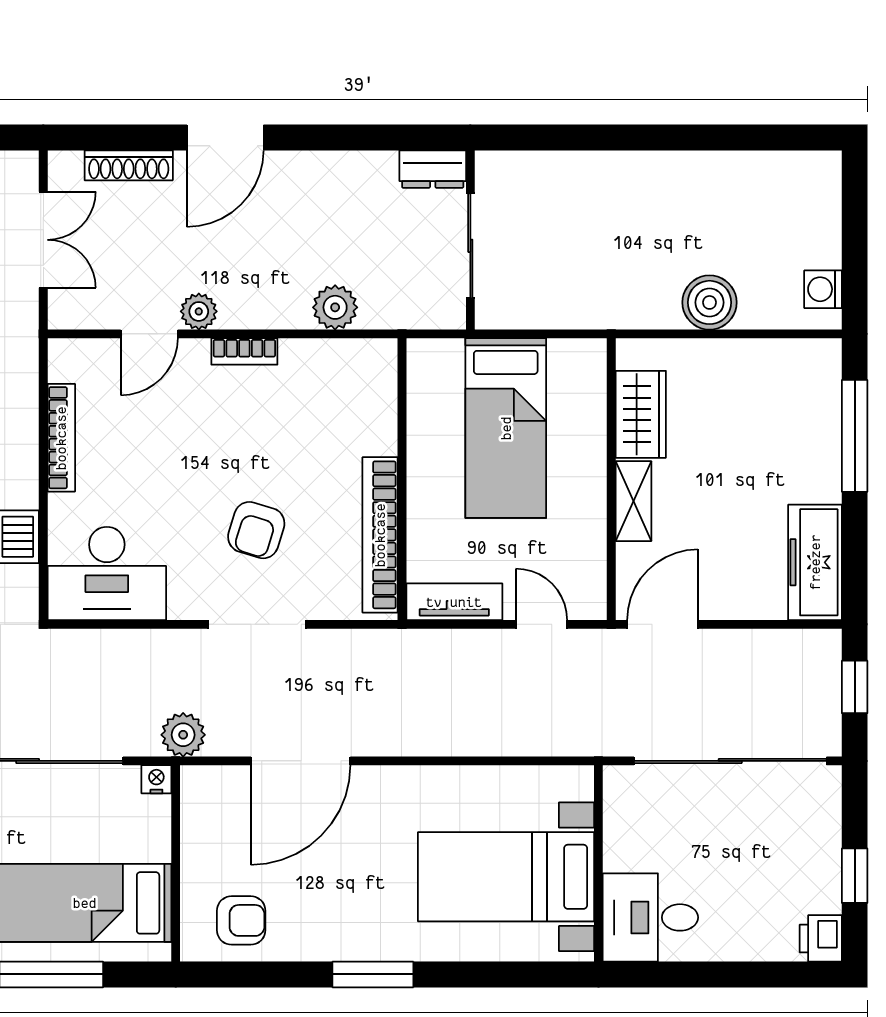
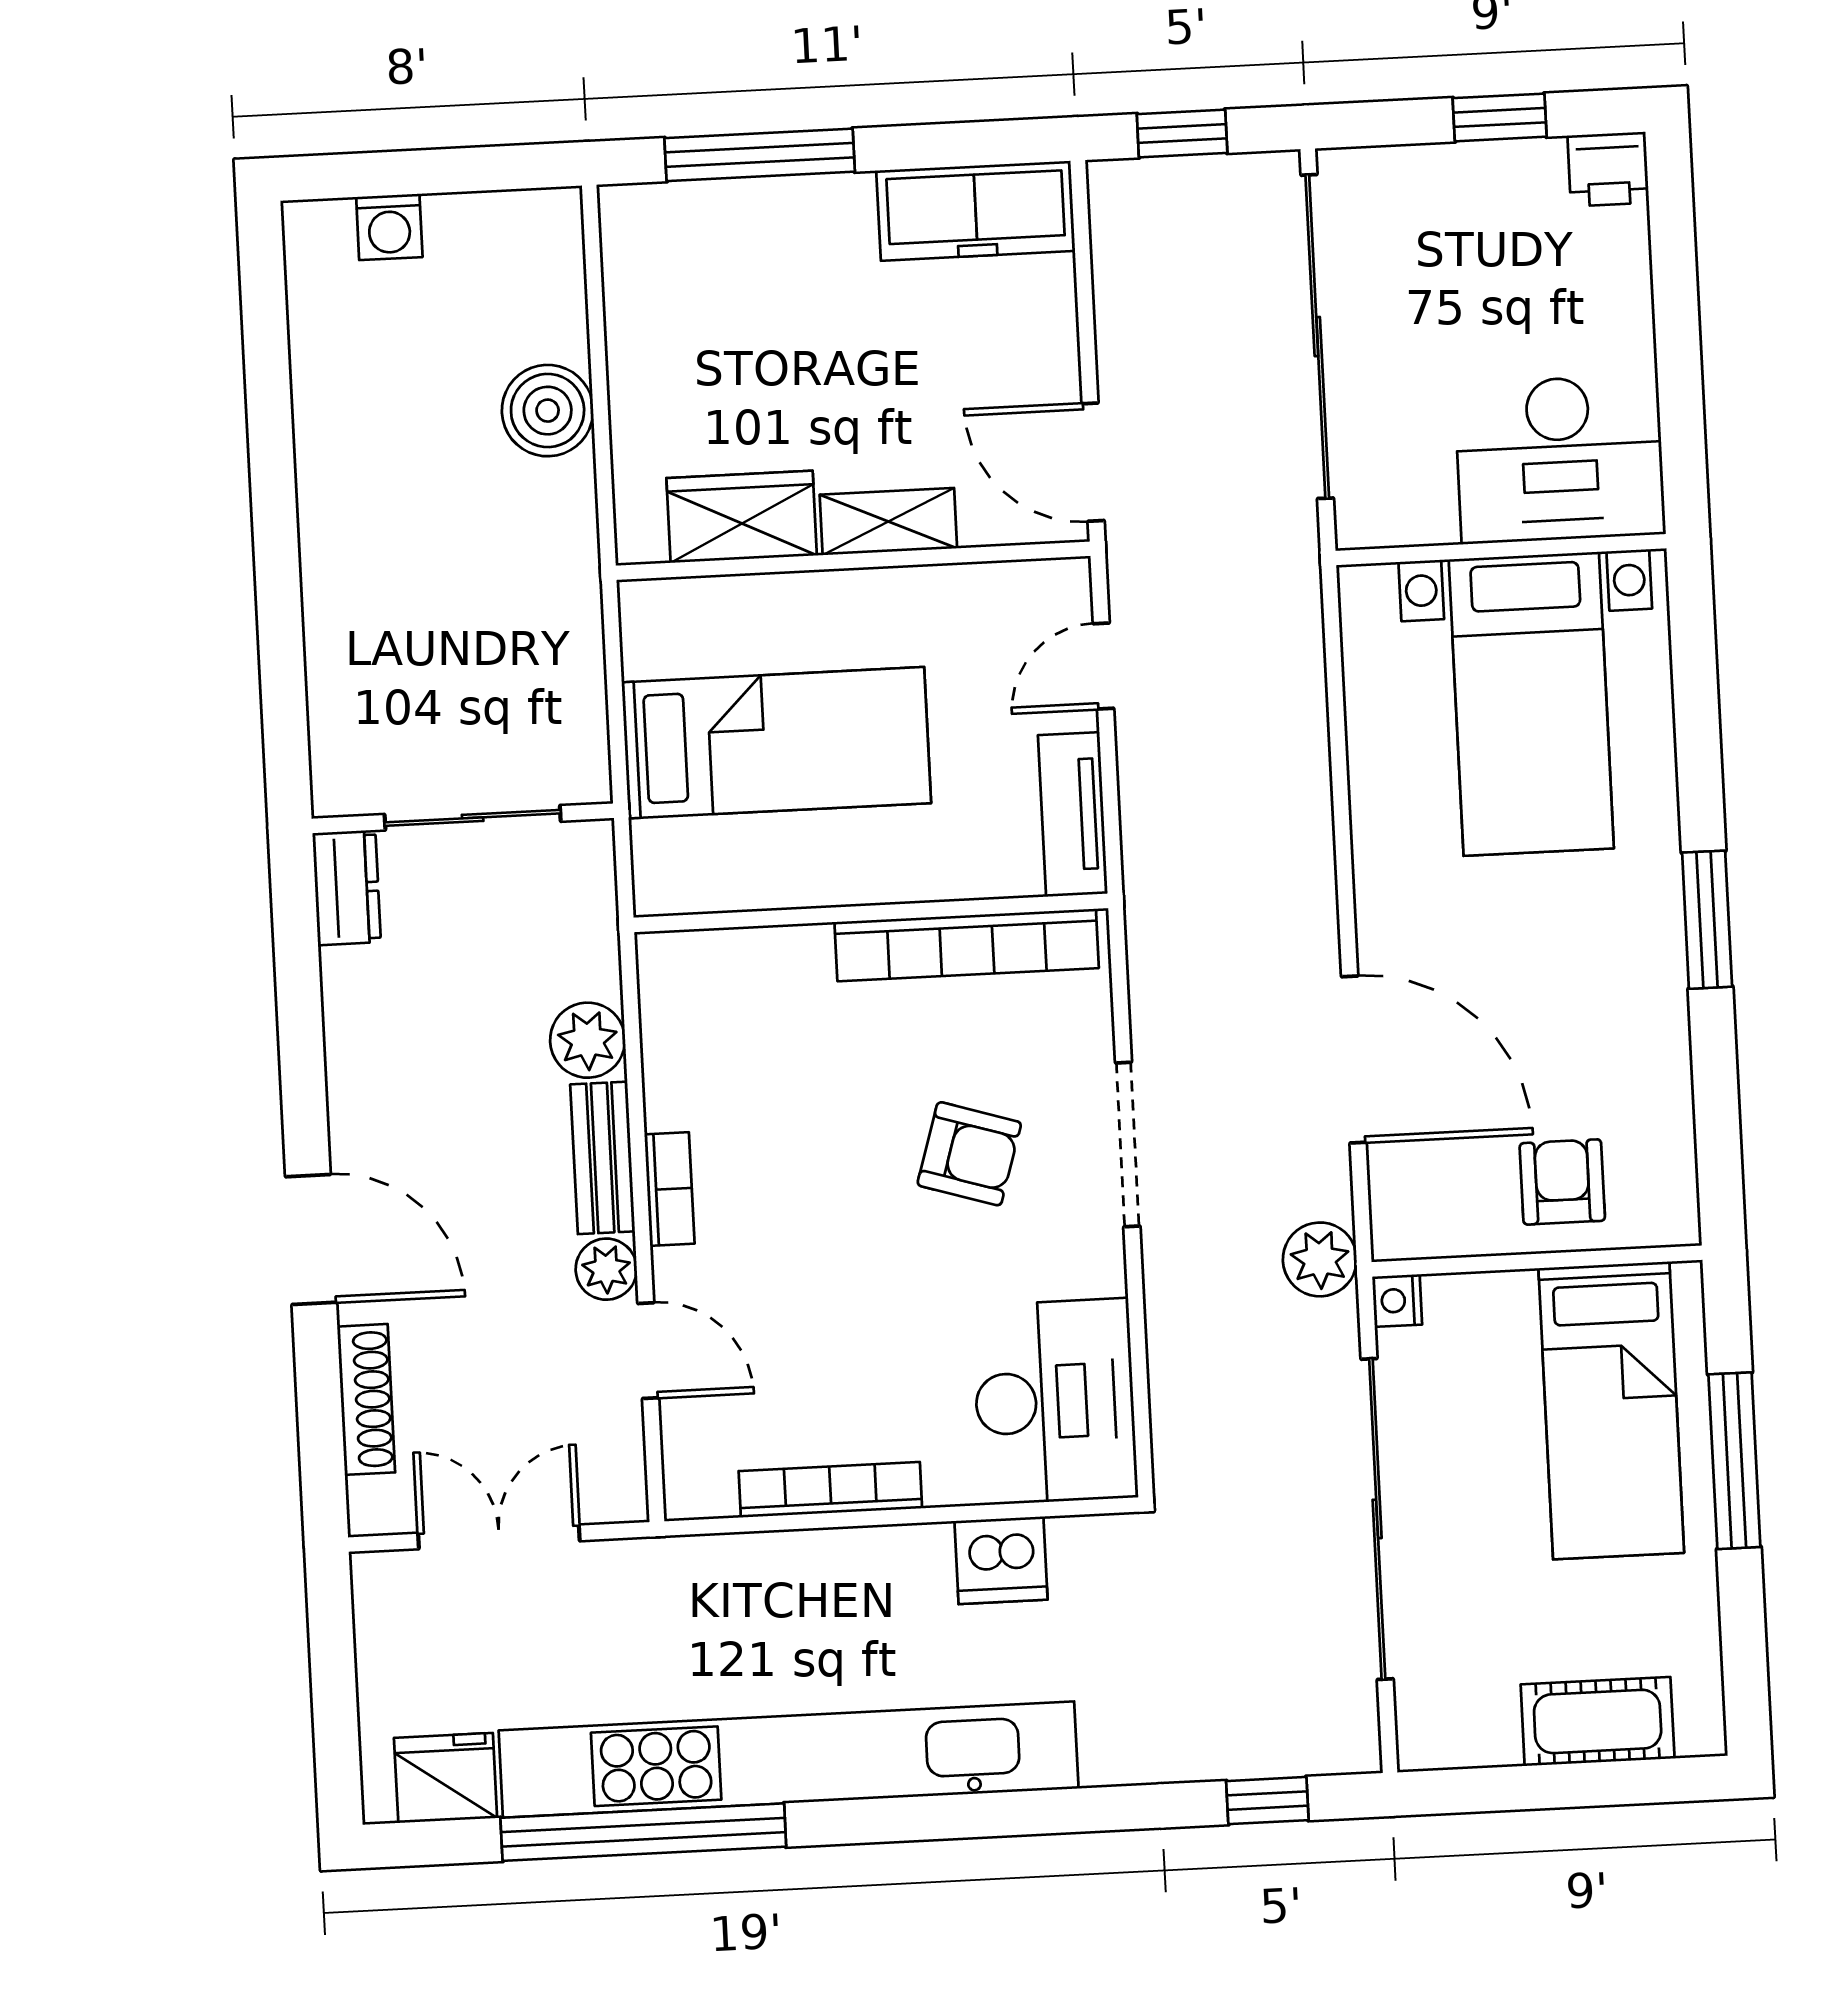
washing machine: (823, 289) -> (389, 227), moved
bench: (265, 313) -> (603, 1158), added
desk: (650, 917) -> (1560, 459), width x1.37
armchair: (241, 920) -> (1562, 1182), moved

